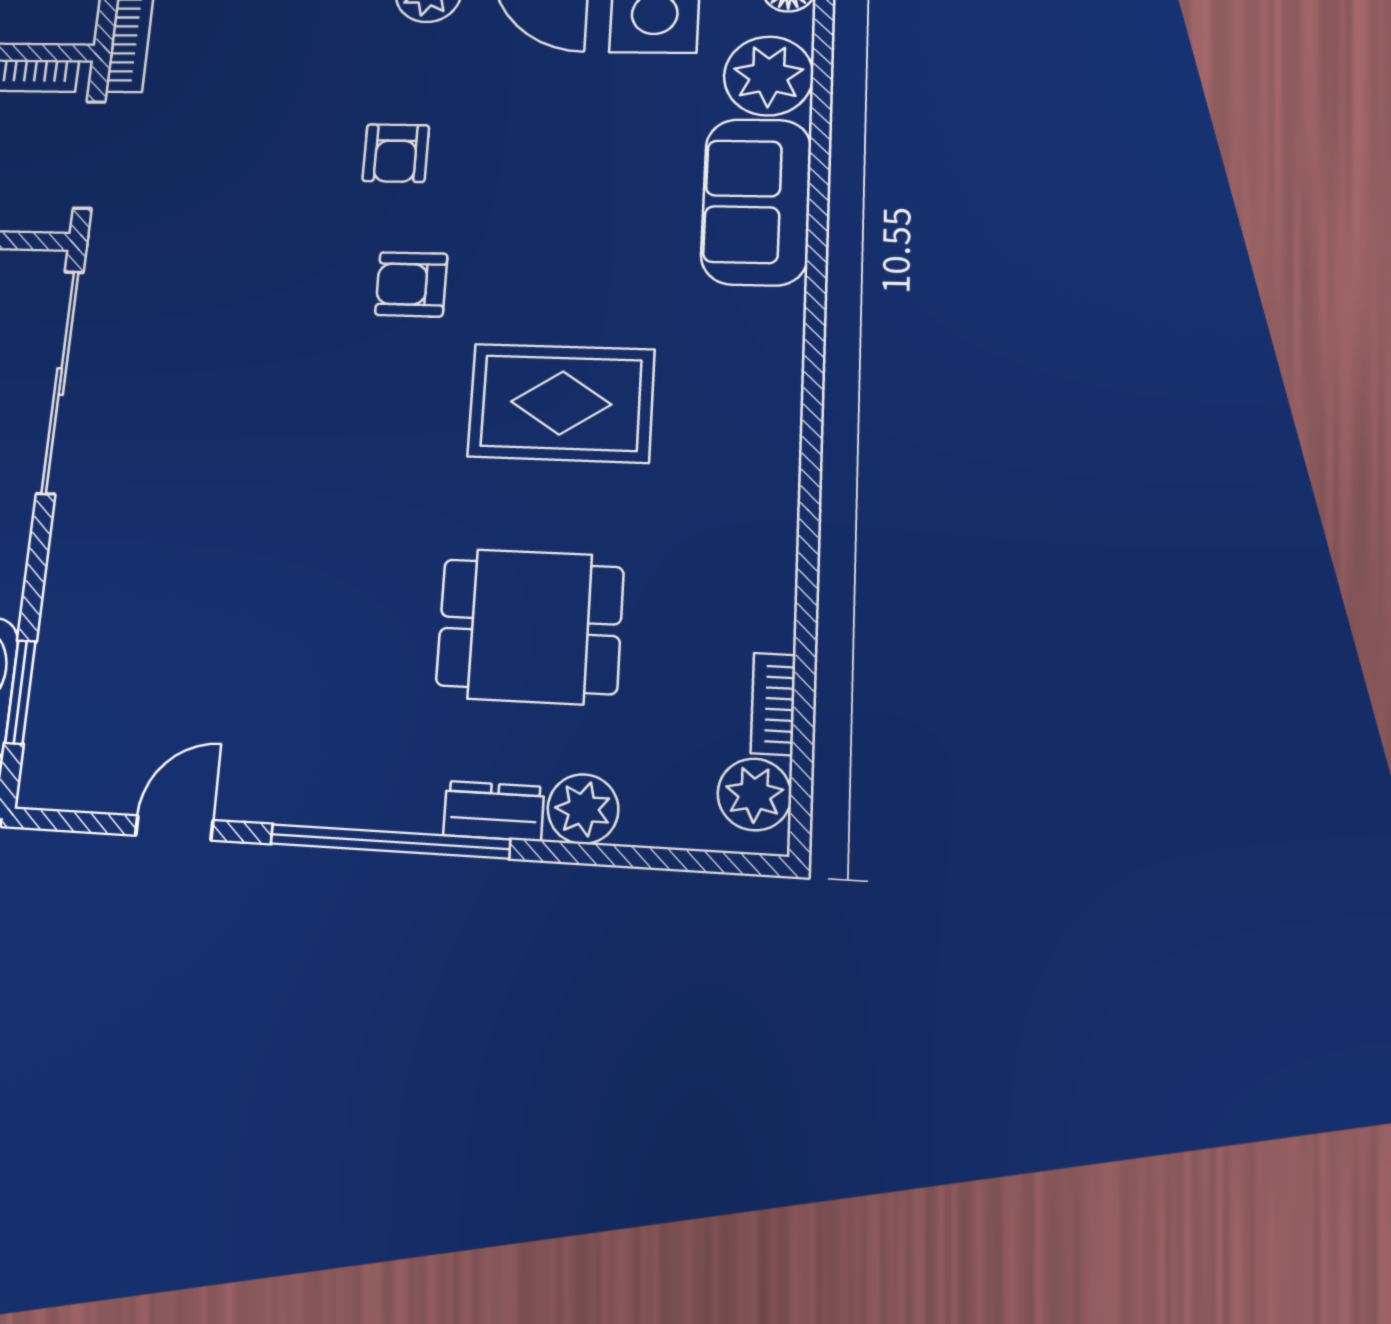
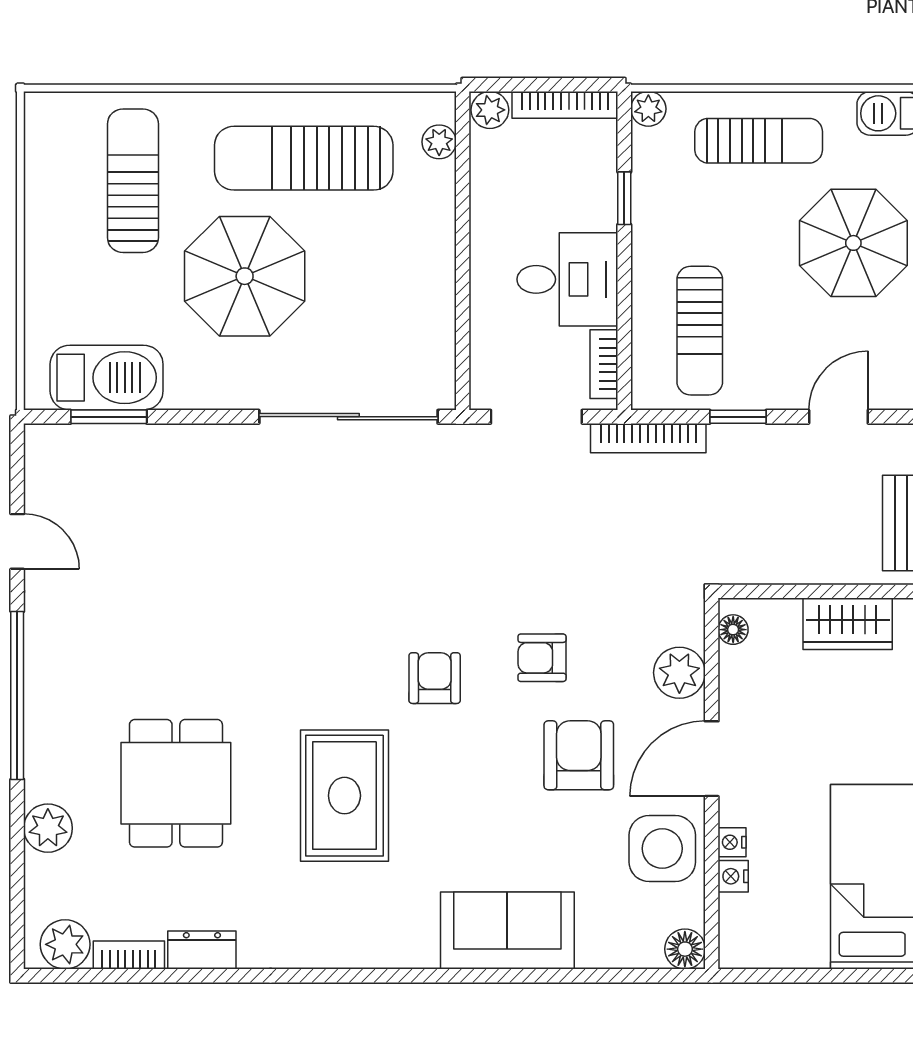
plant: (769, 76) -> (611, 936), removed
armchair: (526, 111) -> (579, 755), added
dresser: (494, 811) -> (202, 950), moved, turned -90

